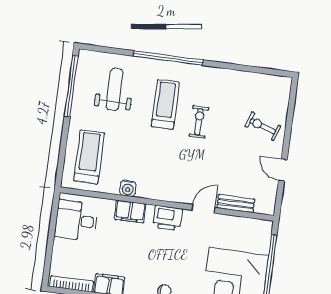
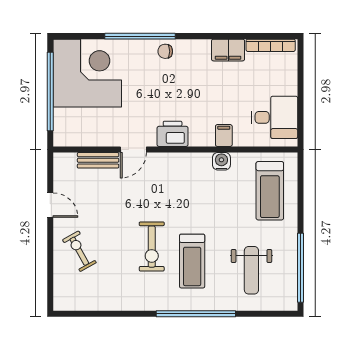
exercise bike: (199, 122) -> (152, 247), width x1.38, depth x1.39
exercise bike: (263, 126) -> (79, 251), turned -138
filing cabinet: (130, 212) -> (224, 135), width x0.50

